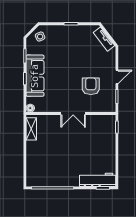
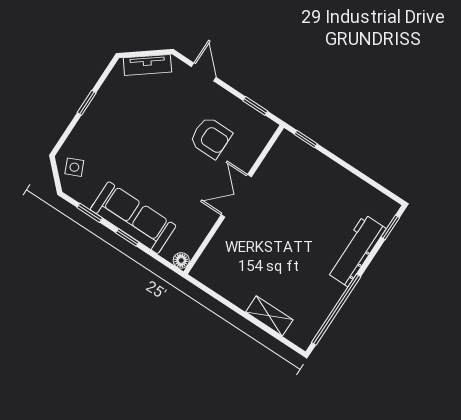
door: (117, 77) -> (204, 72), moved
armchair: (91, 86) -> (211, 138), turned 180
double door: (73, 113) -> (236, 196), swing flipped
shelving: (31, 129) -> (269, 316), moved
workbench: (98, 180) -> (356, 250), moved

